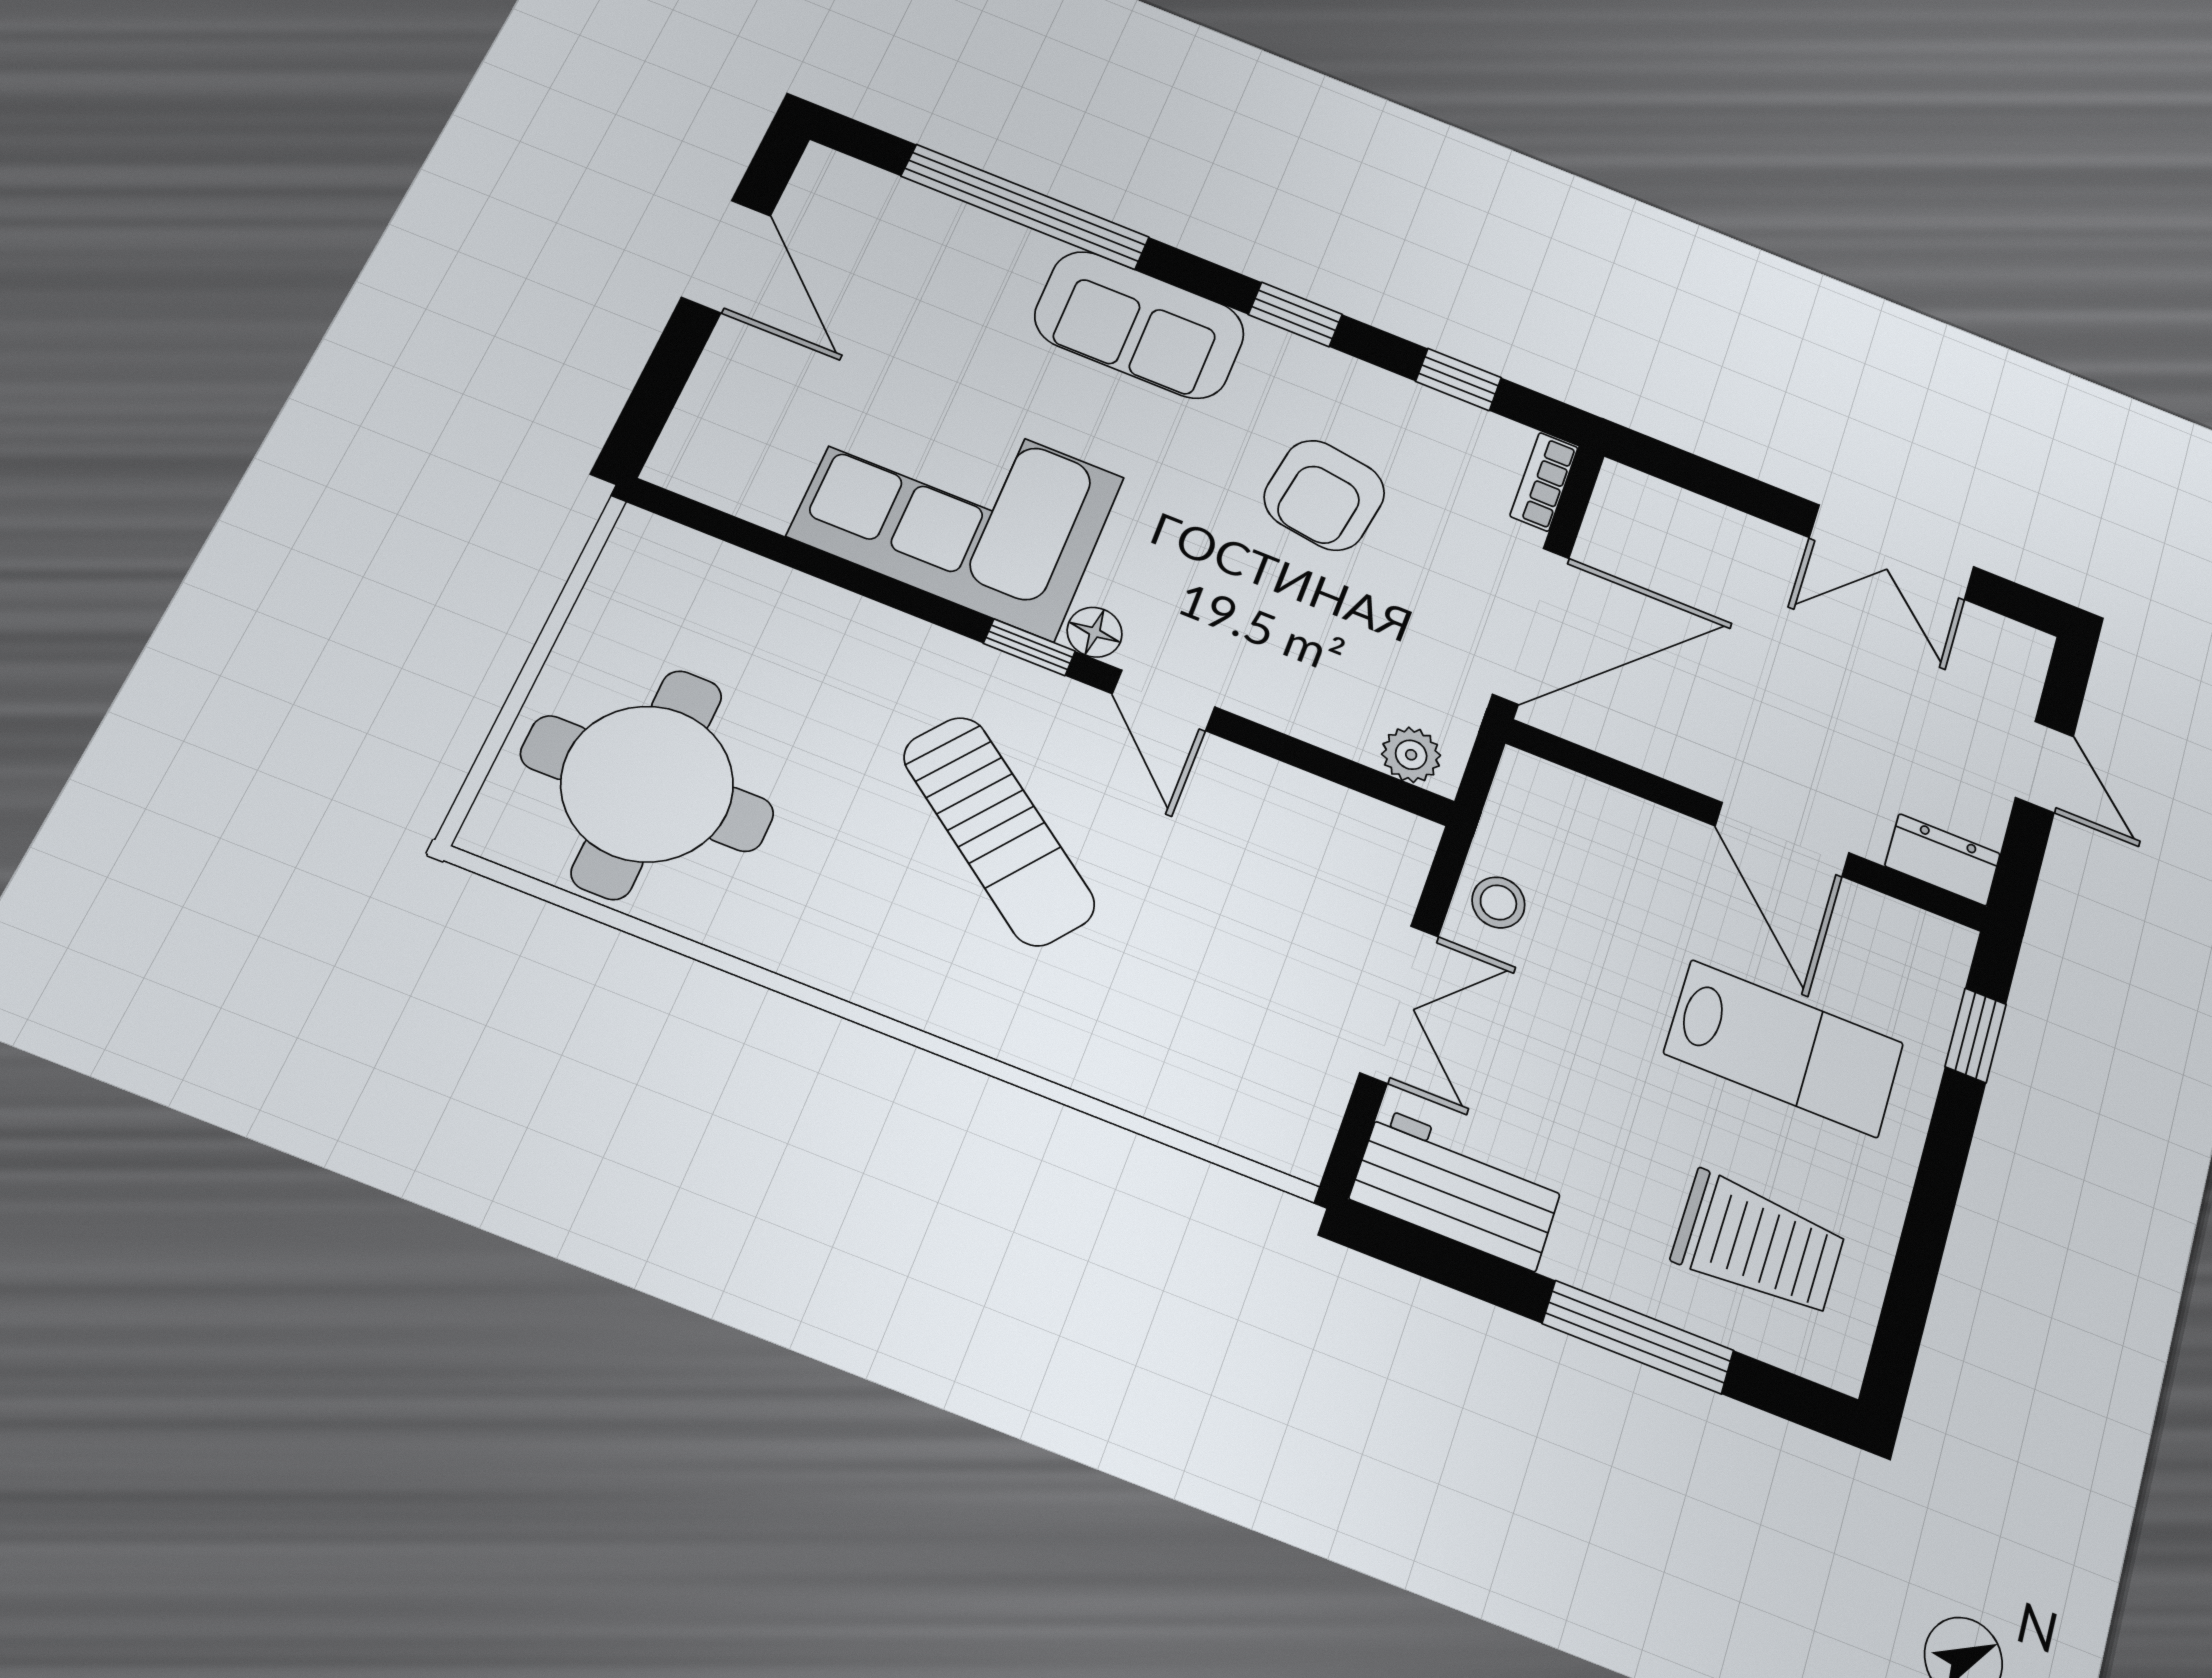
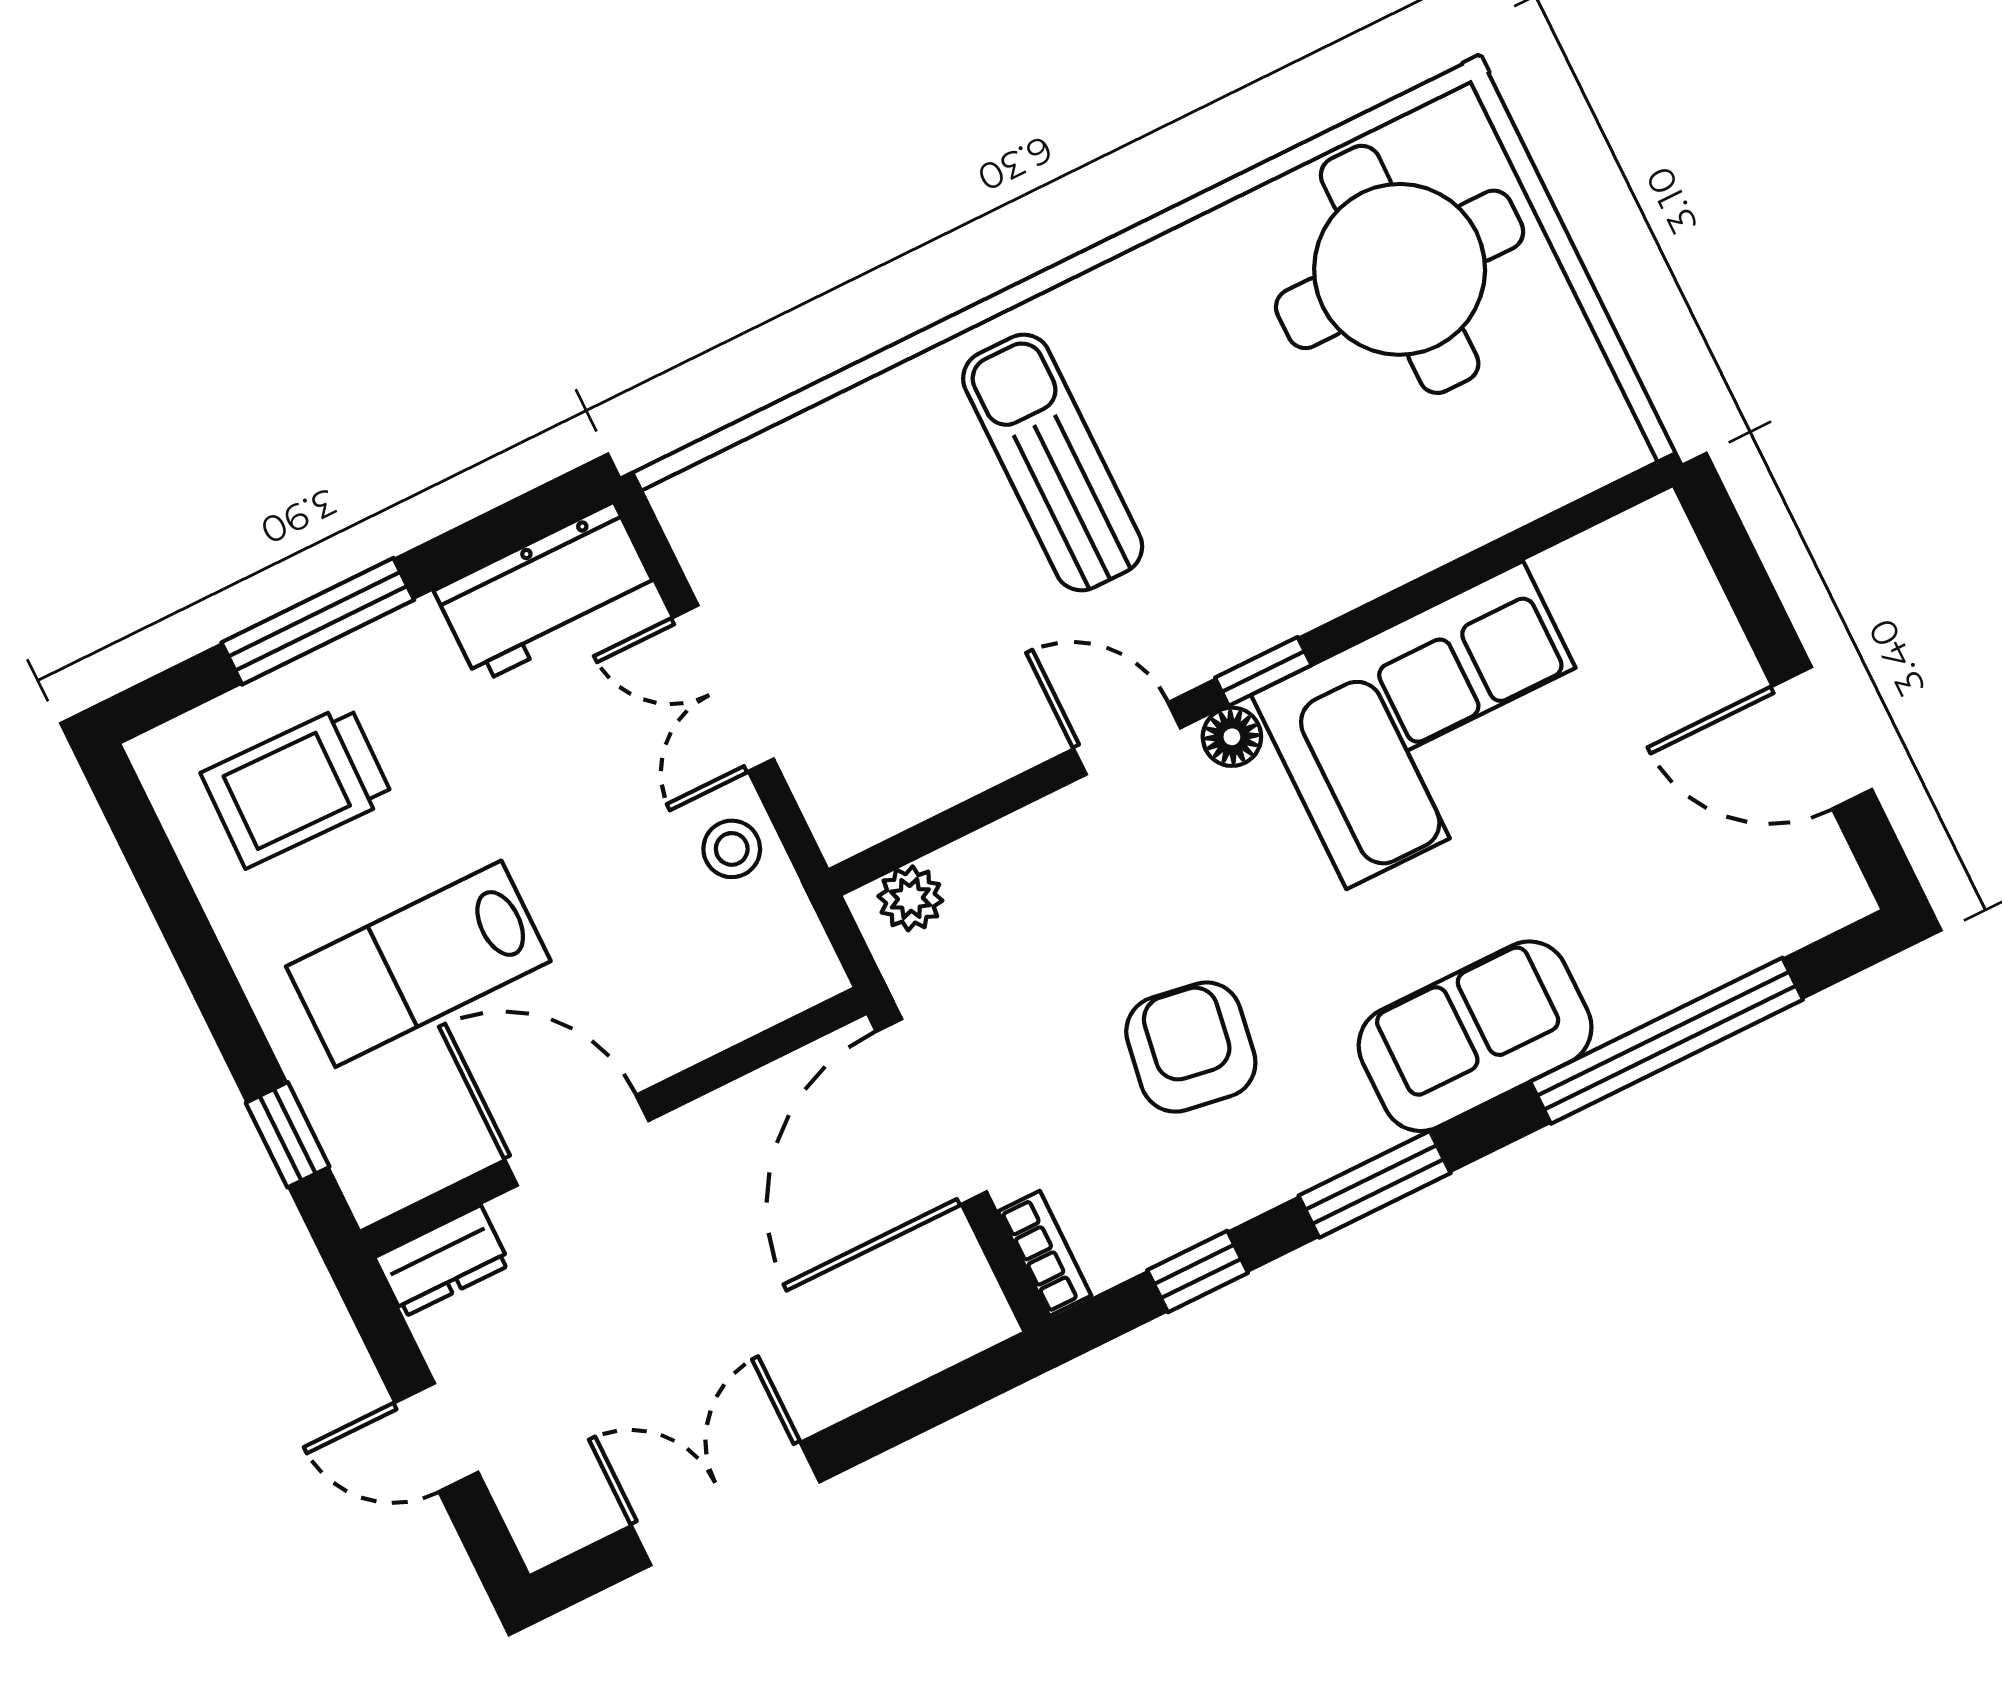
window: (1295, 314) -> (1375, 1184), width x1.50
sun lounger: (999, 831) -> (1053, 462), moved, turned 53

